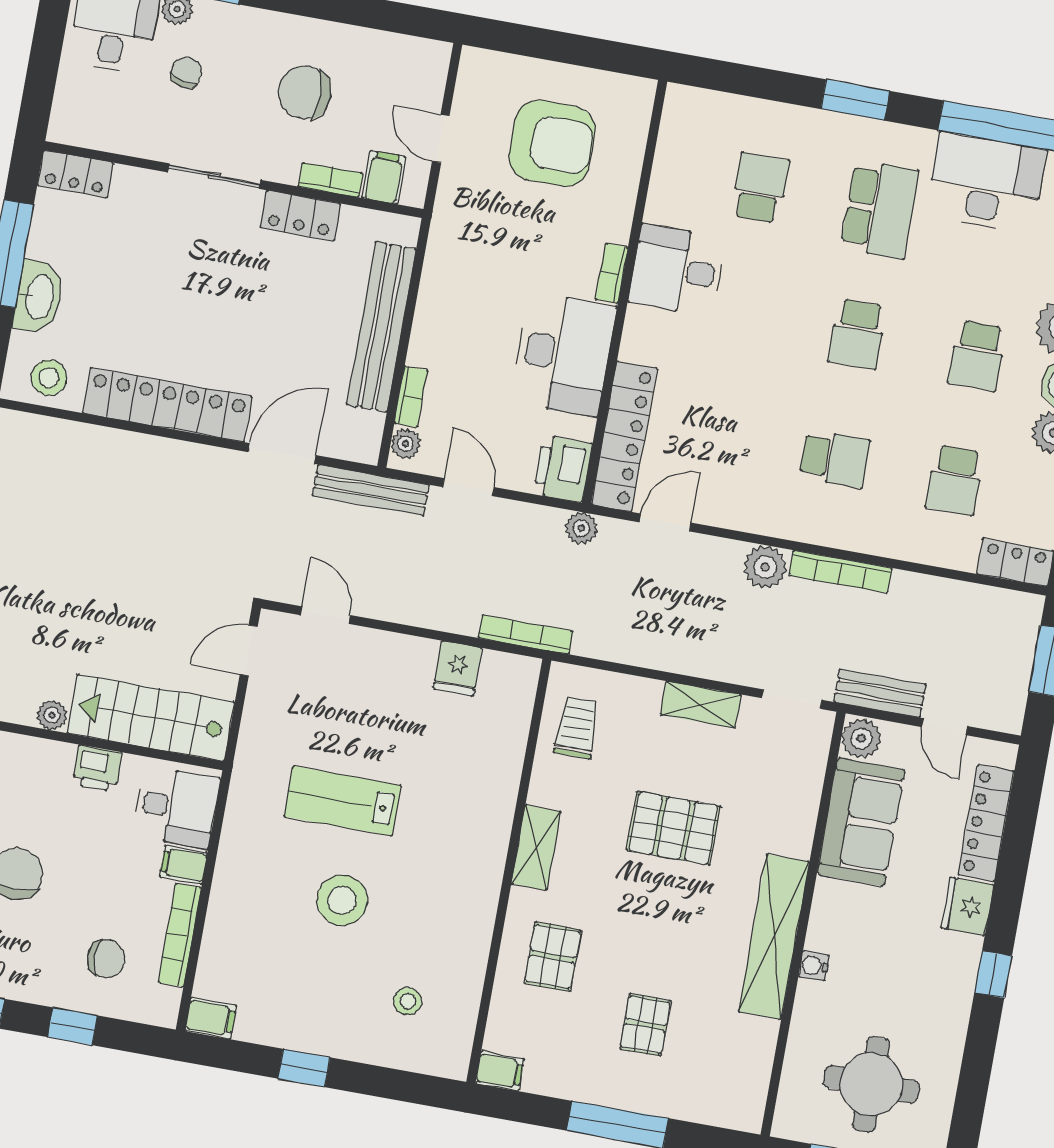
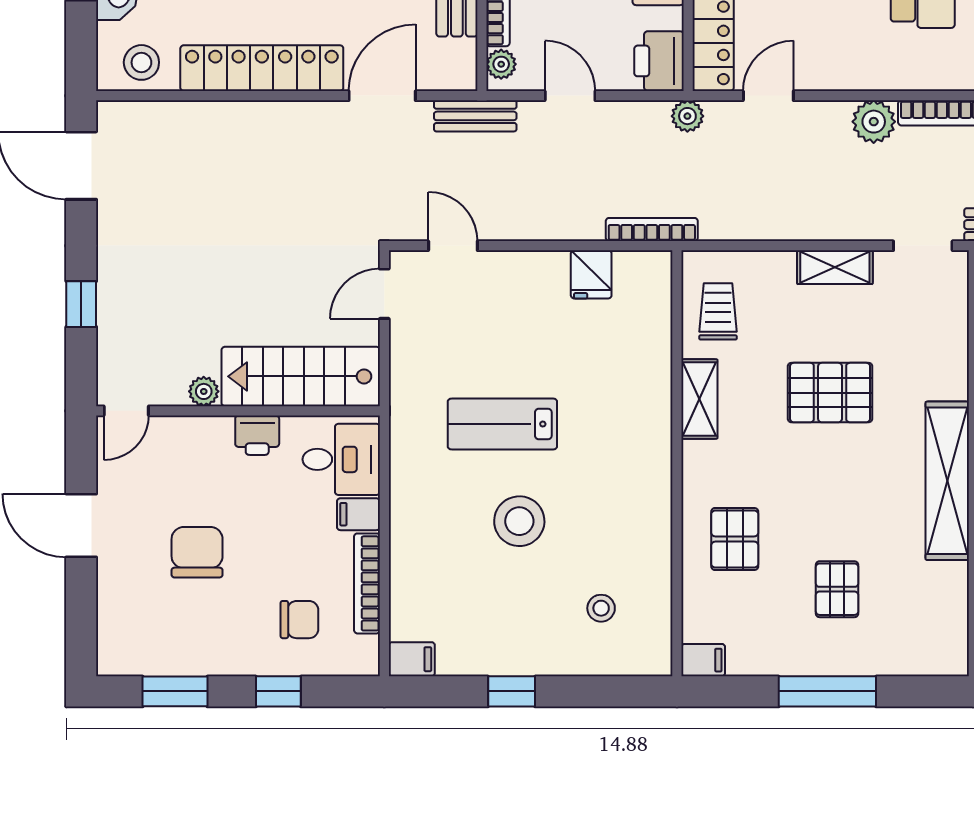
bench: (371, 490) -> (475, 116), width x0.73
shelving: (536, 848) -> (699, 399), moved

